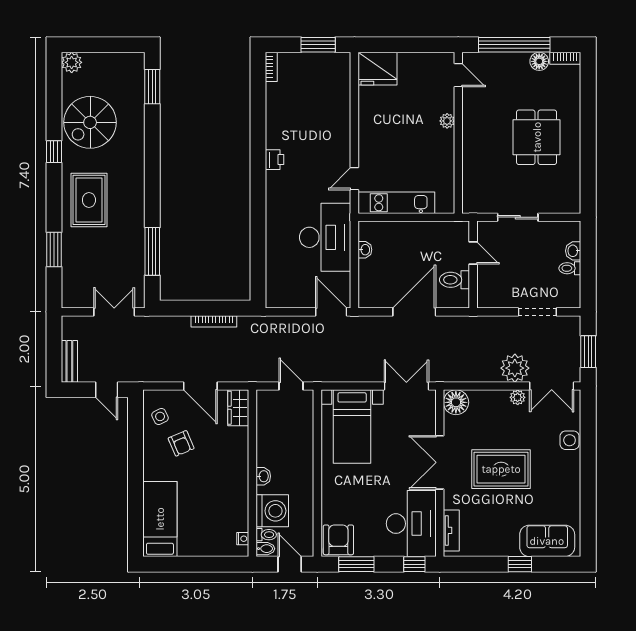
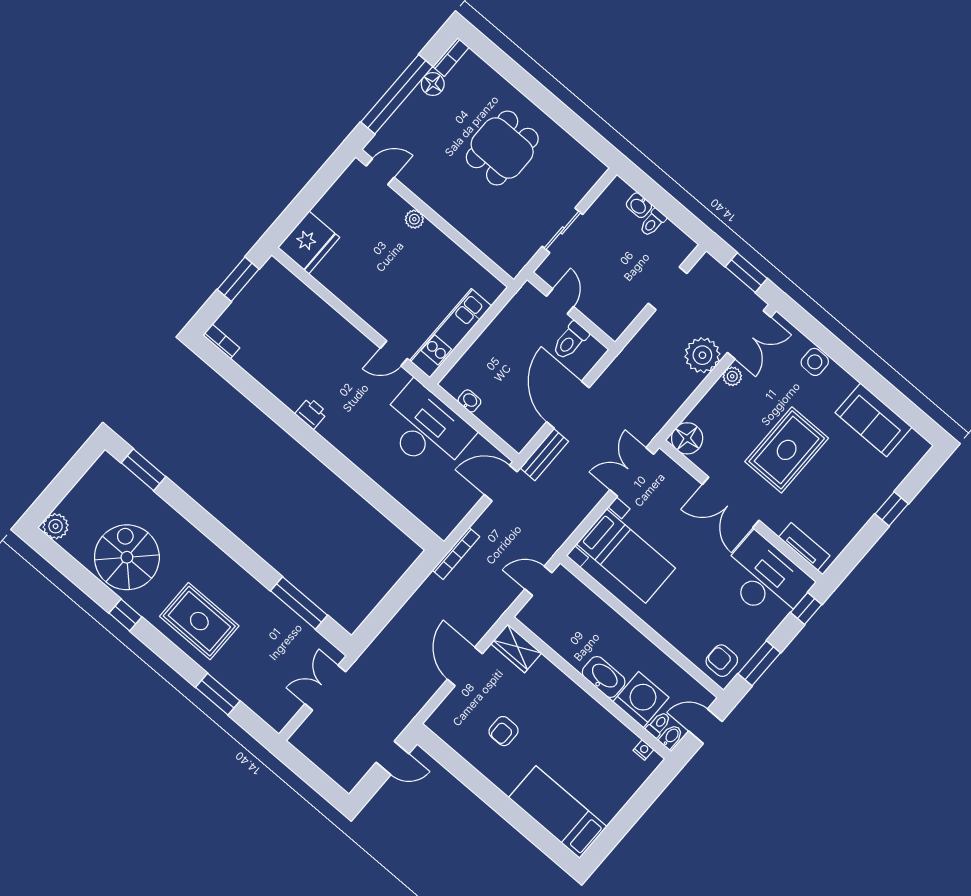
spiral stairs: (90, 122) -> (127, 557), turned 180
dining table: (537, 137) -> (502, 148), turned 90
door: (354, 179) -> (394, 353), hinge flipped
door: (473, 253) -> (560, 301), hinge flipped
bookcase: (214, 321) -> (456, 553), moved
bench: (69, 361) -> (544, 455), moved, turned 90
door: (200, 386) -> (465, 666), swing flipped
side table: (160, 416) -> (461, 729), removed
armchair: (181, 443) -> (503, 731), turned 113
washbasin: (263, 476) -> (604, 677), width x1.91, depth x1.45
armchair: (338, 540) -> (722, 661), width x0.72, depth x0.72
sofa: (547, 541) -> (874, 420), moved, turned -90

